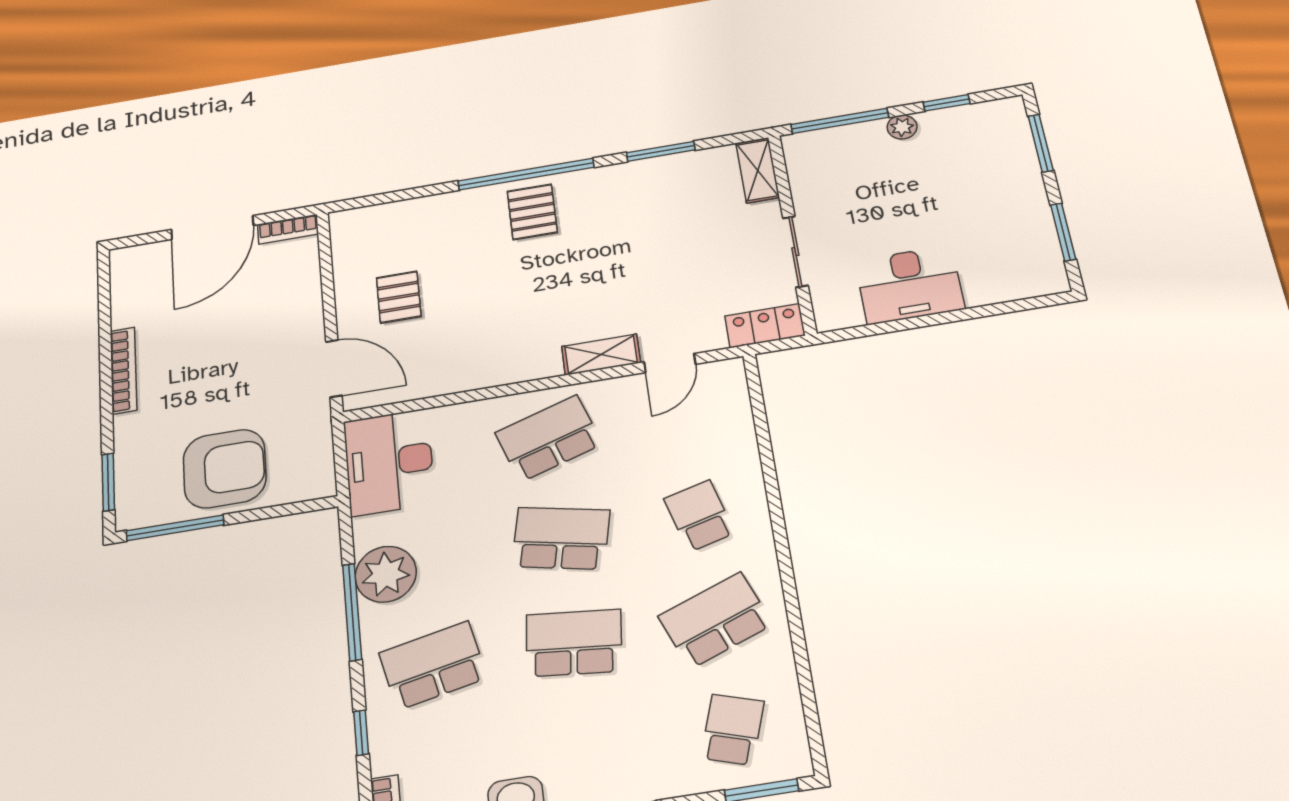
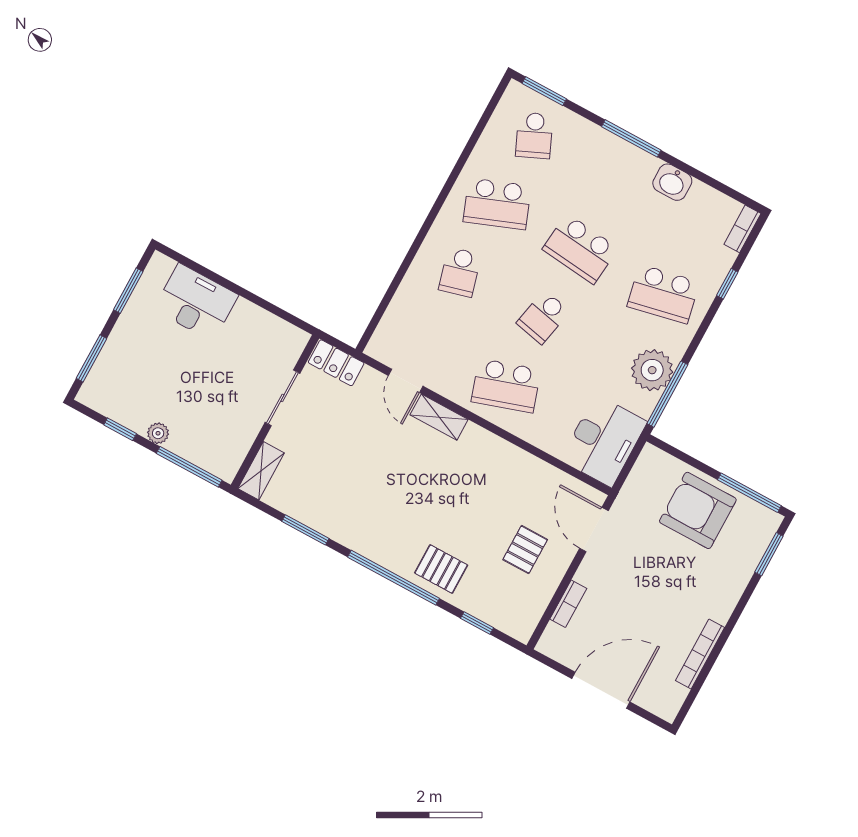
window: (399, 196) -> (477, 623), added
pallet: (532, 212) -> (441, 569), moved, turned 90
bookcase: (288, 229) -> (568, 604), moved, turned 90
desk: (910, 285) -> (196, 302), moved
door: (670, 363) -> (406, 381), swing flipped
bookcase: (123, 370) -> (700, 654), moved
school desk: (561, 538) -> (543, 317), width x0.54
window: (352, 612) -> (667, 394), moved
school desk: (732, 730) -> (534, 135), turned -42

